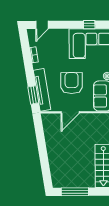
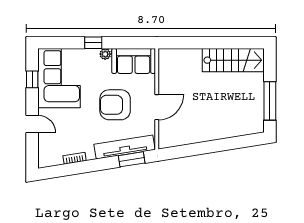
door: (42, 25) -> (32, 124), moved
door: (70, 112) -> (157, 107), hinge flipped

